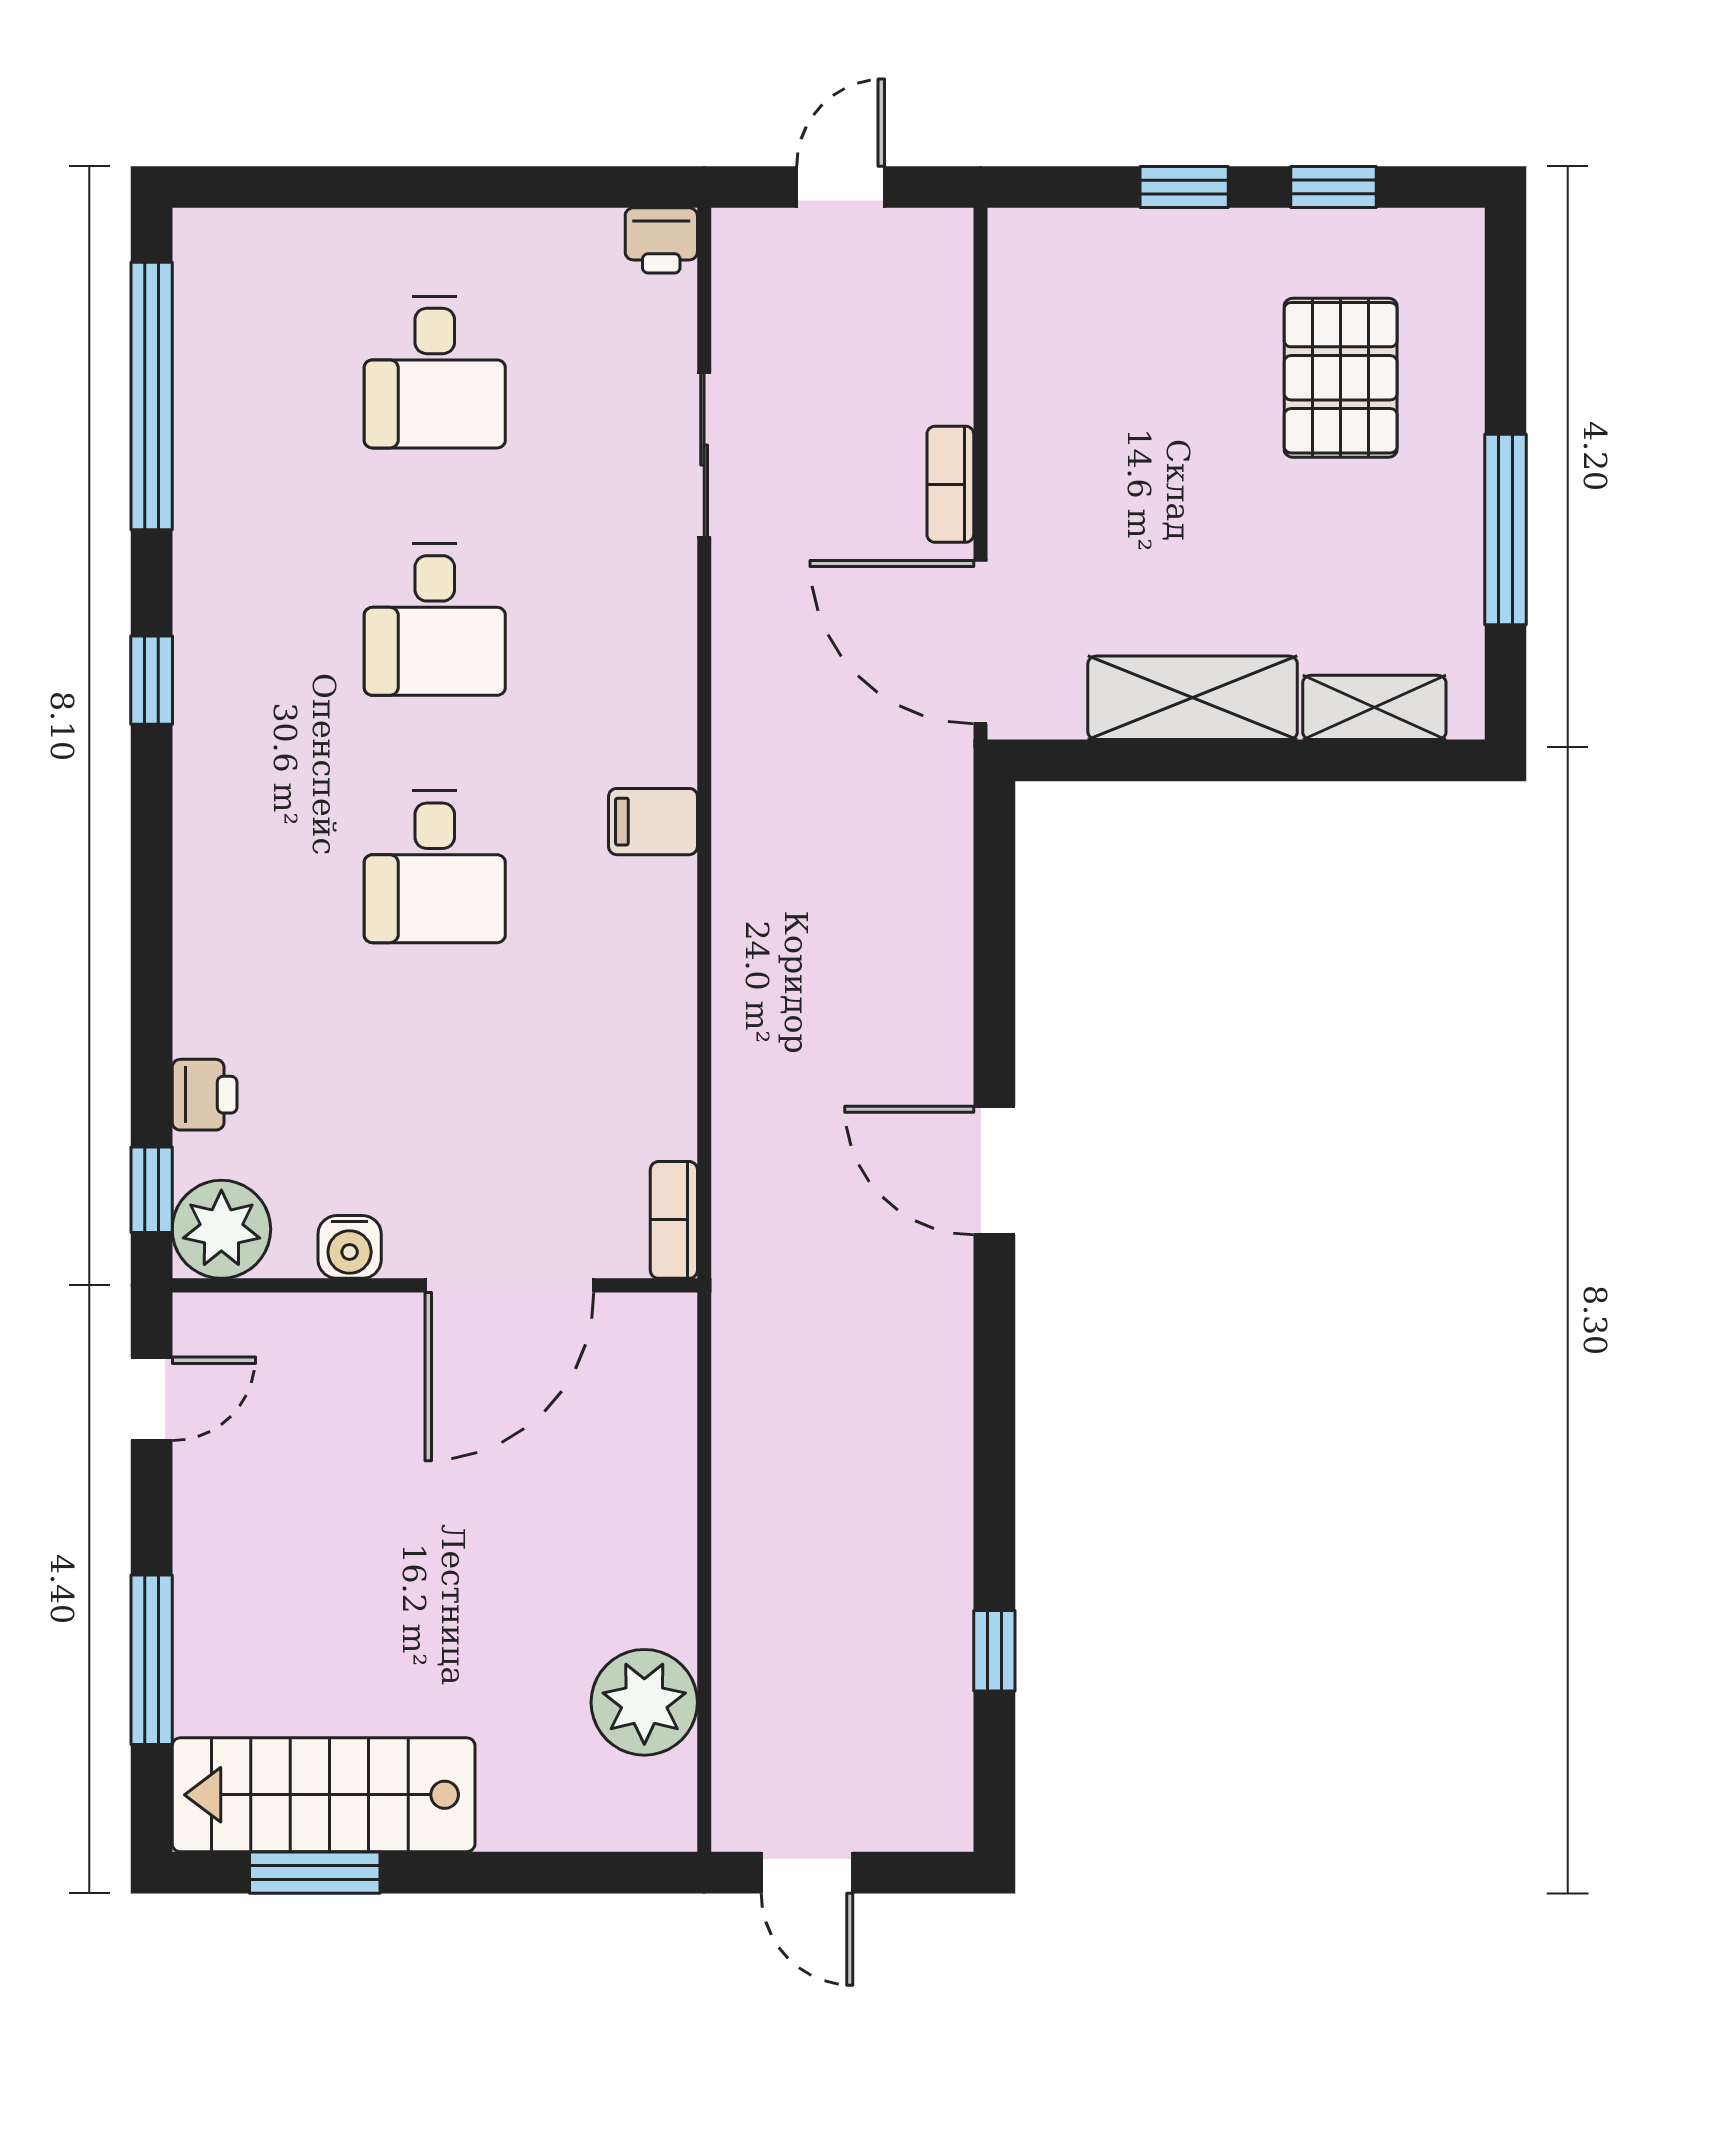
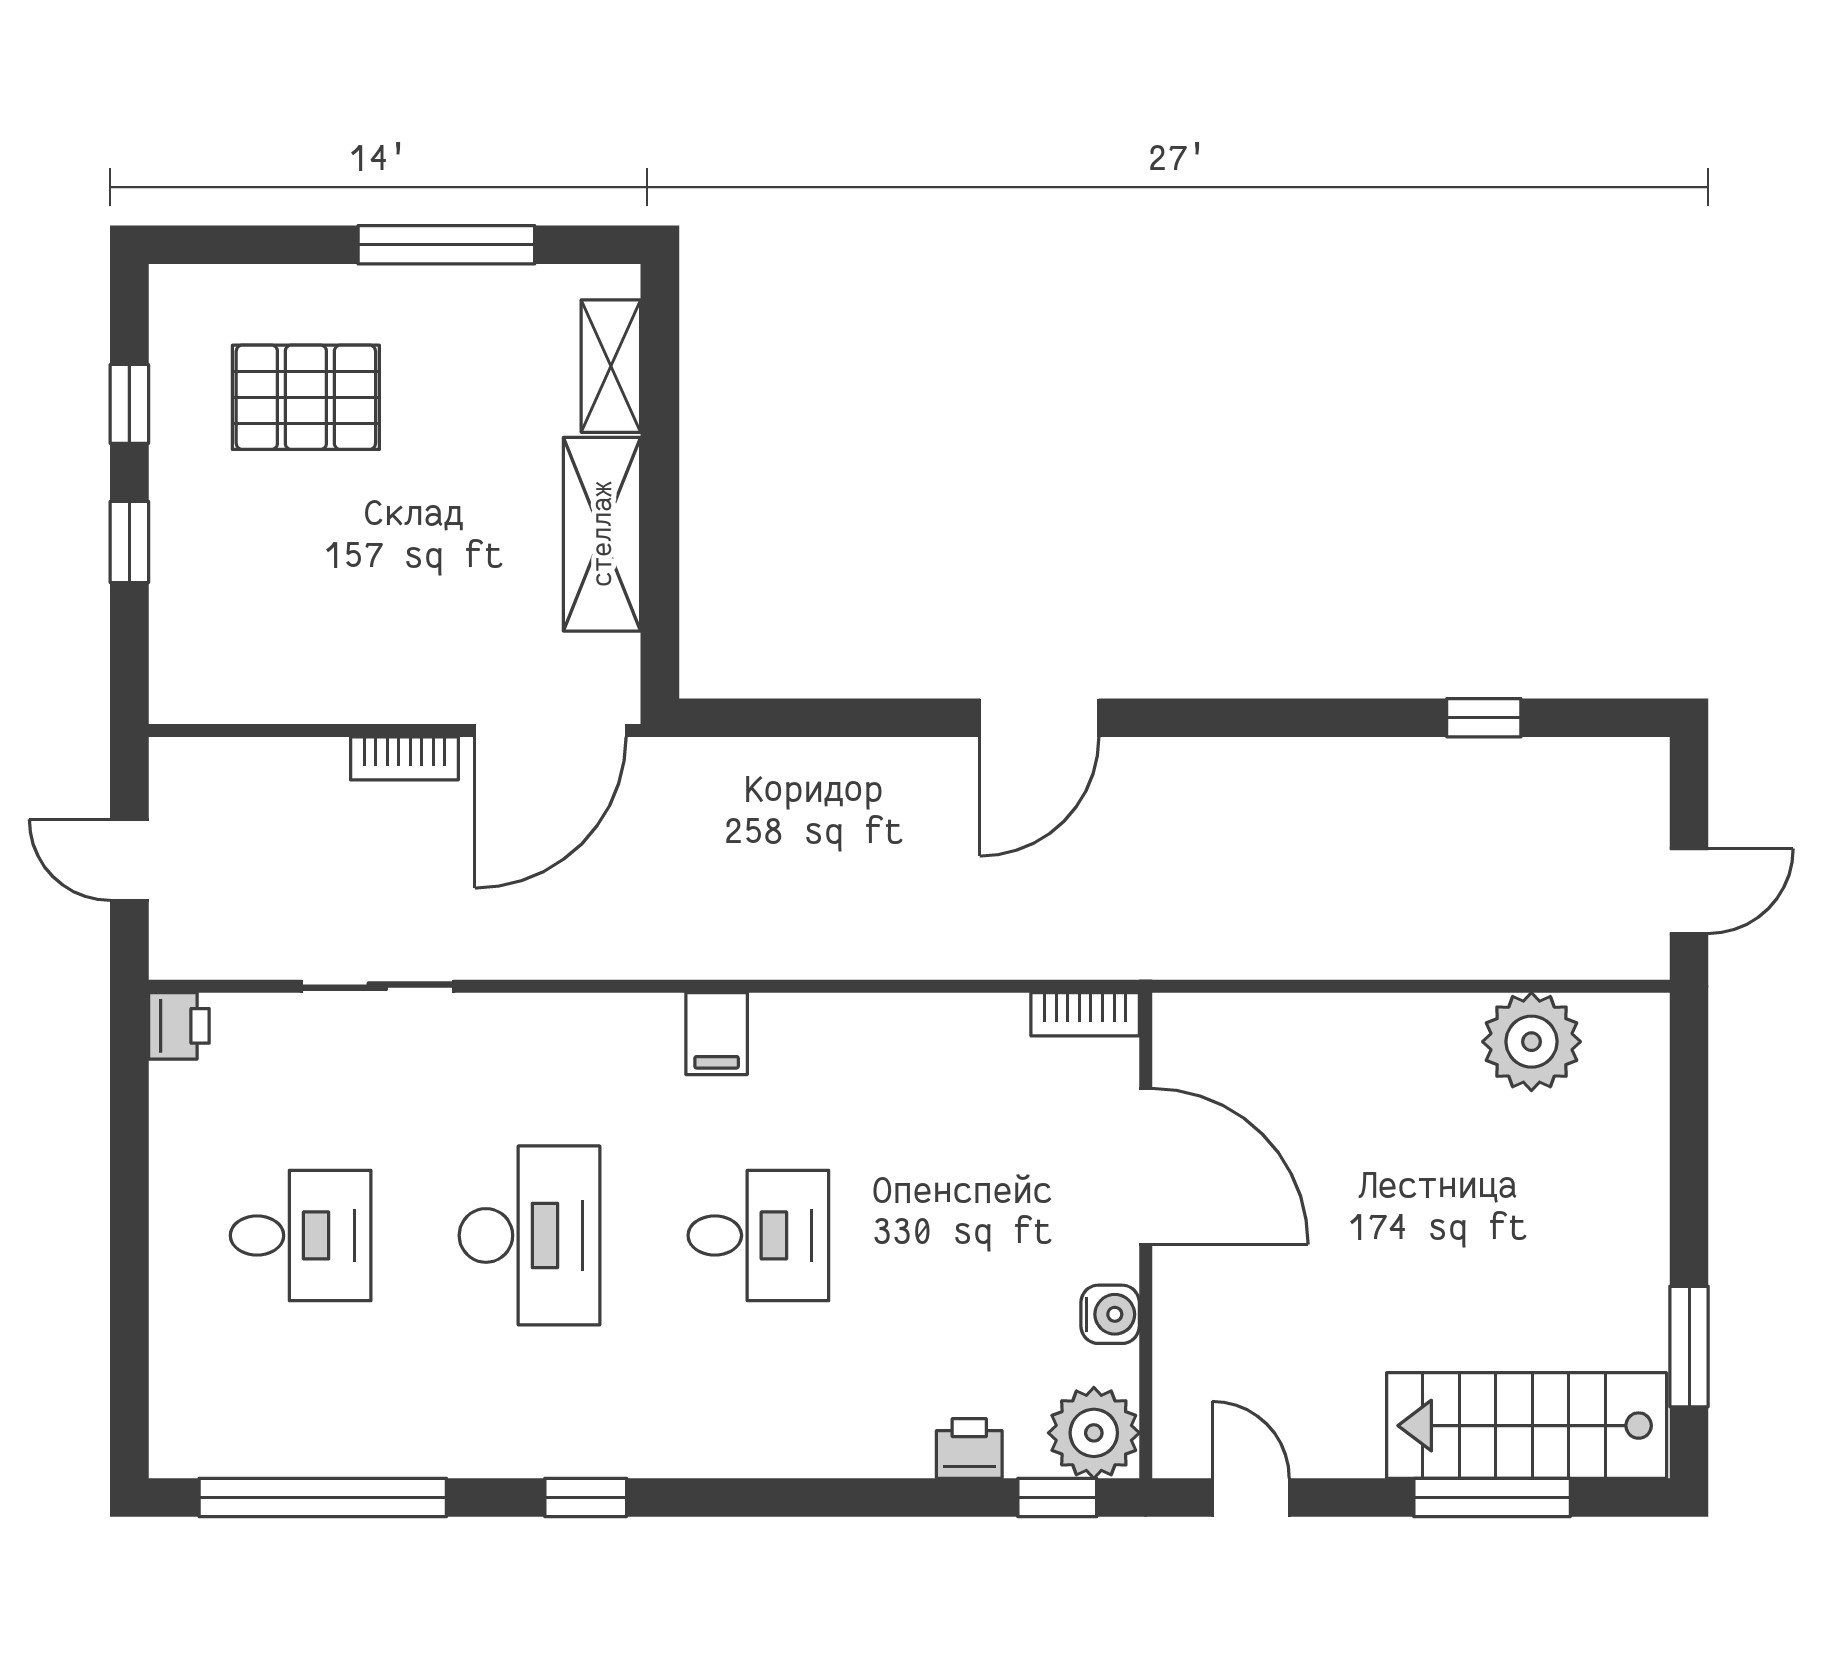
desk: (435, 619) -> (529, 1235), width x1.37
stairs: (324, 1795) -> (1527, 1426), moved, turned 90

